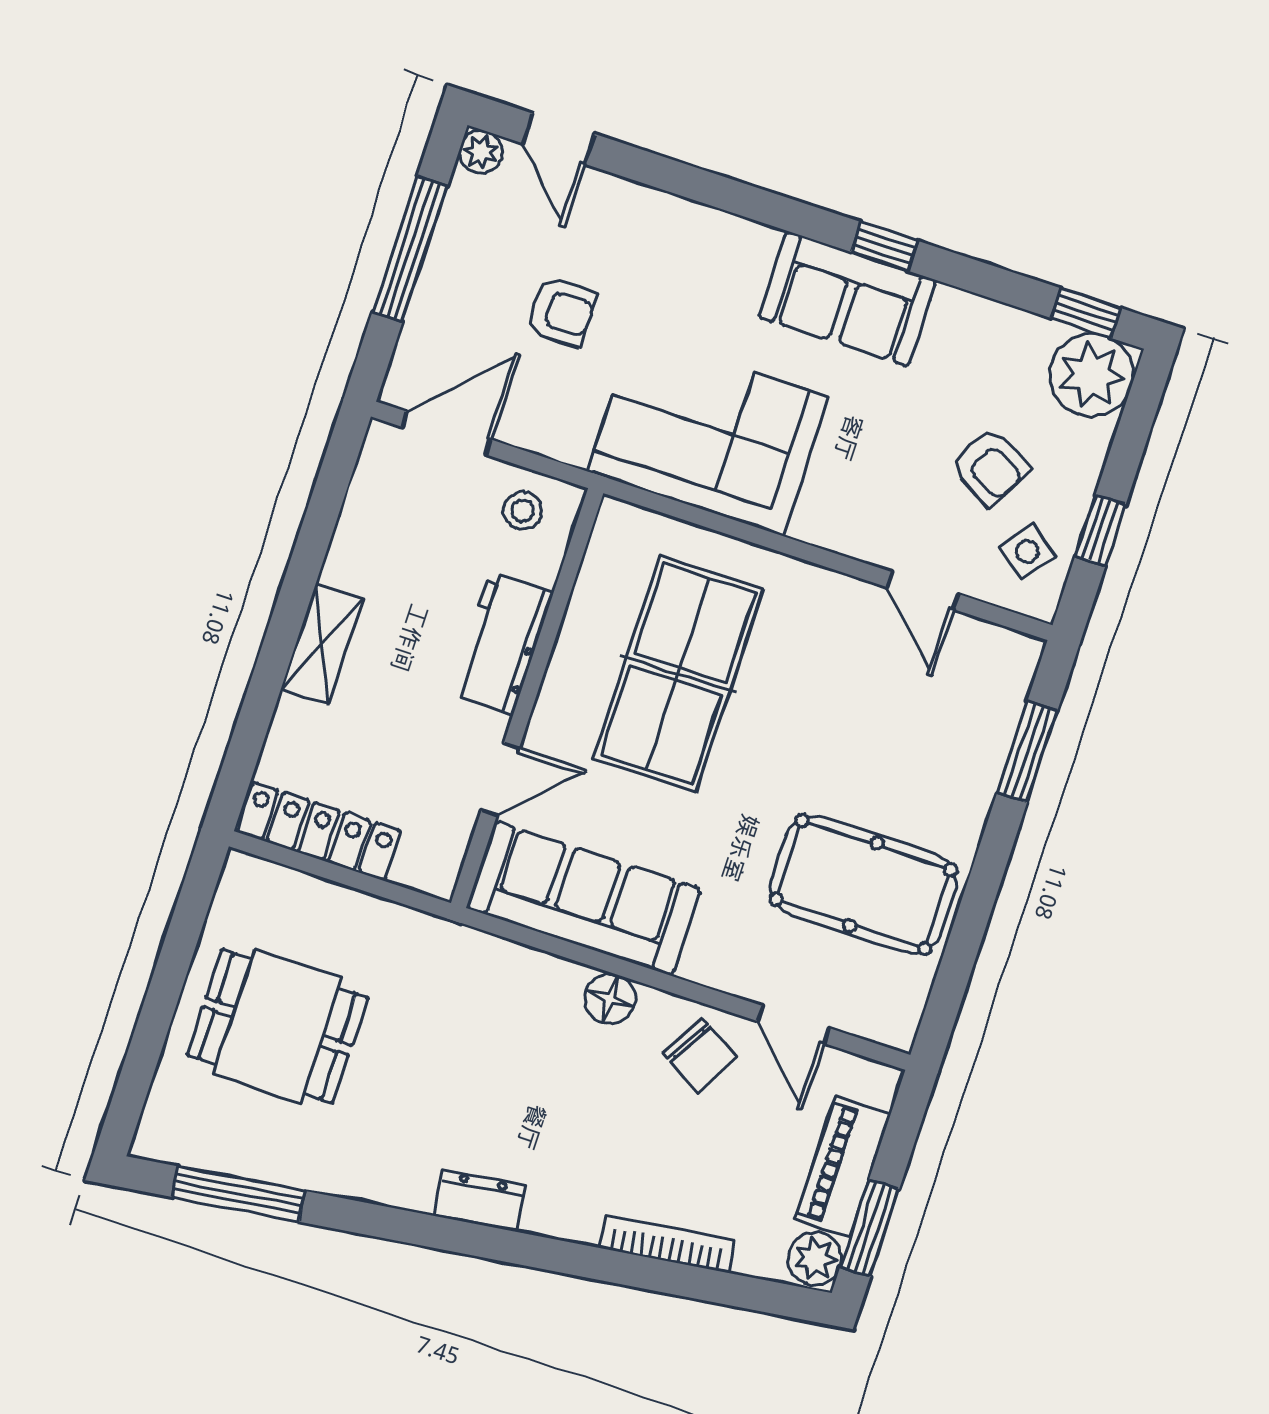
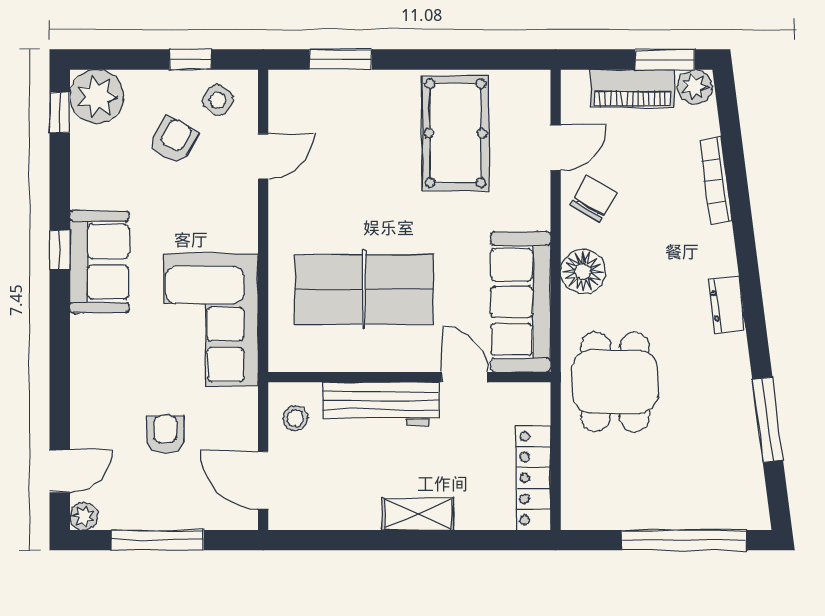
workbench: (502, 643) -> (381, 404), width x1.38
floor lamp: (610, 999) -> (583, 271), width x1.38, depth x1.38
window: (154, 1022) -> (684, 540), added
dining table: (277, 1026) -> (615, 382), moved
window: (238, 1194) -> (768, 420), moved

